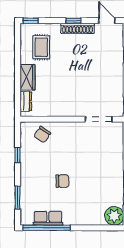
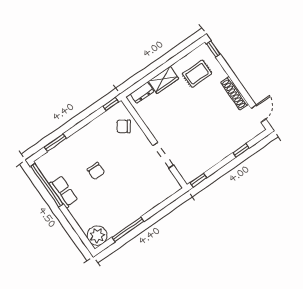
window: (73, 21) -> (239, 85), removed
doorway: (99, 119) -> (163, 155), moved
window: (18, 155) -> (111, 104), moved
row of seats: (48, 218) -> (64, 192), moved

